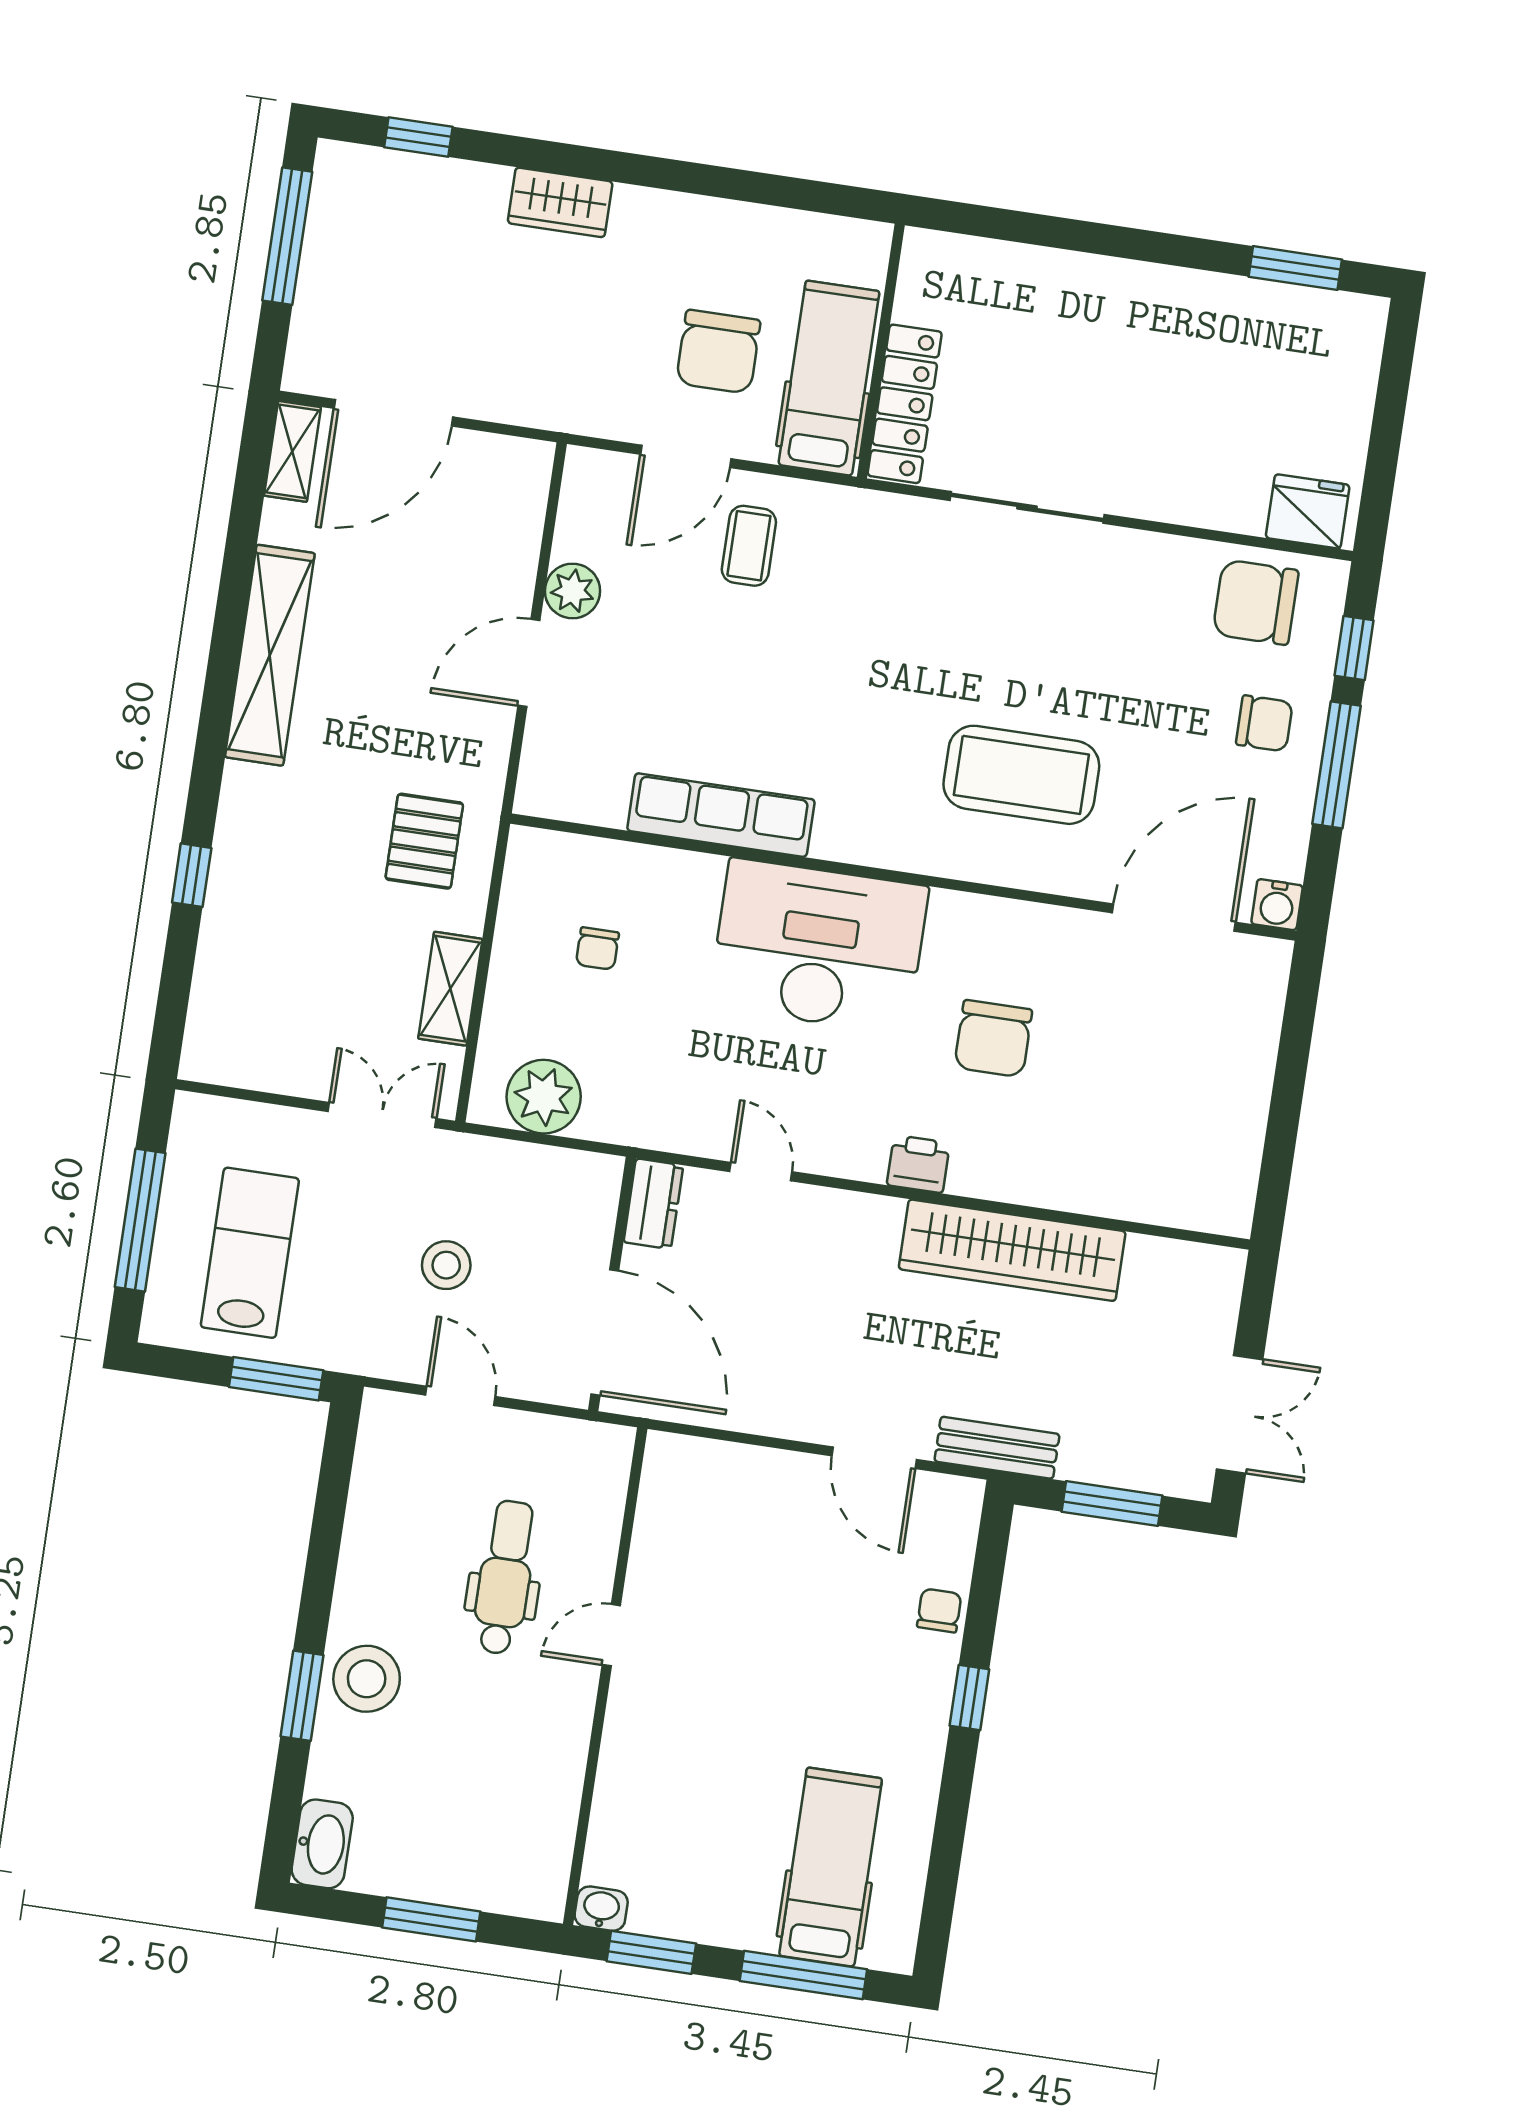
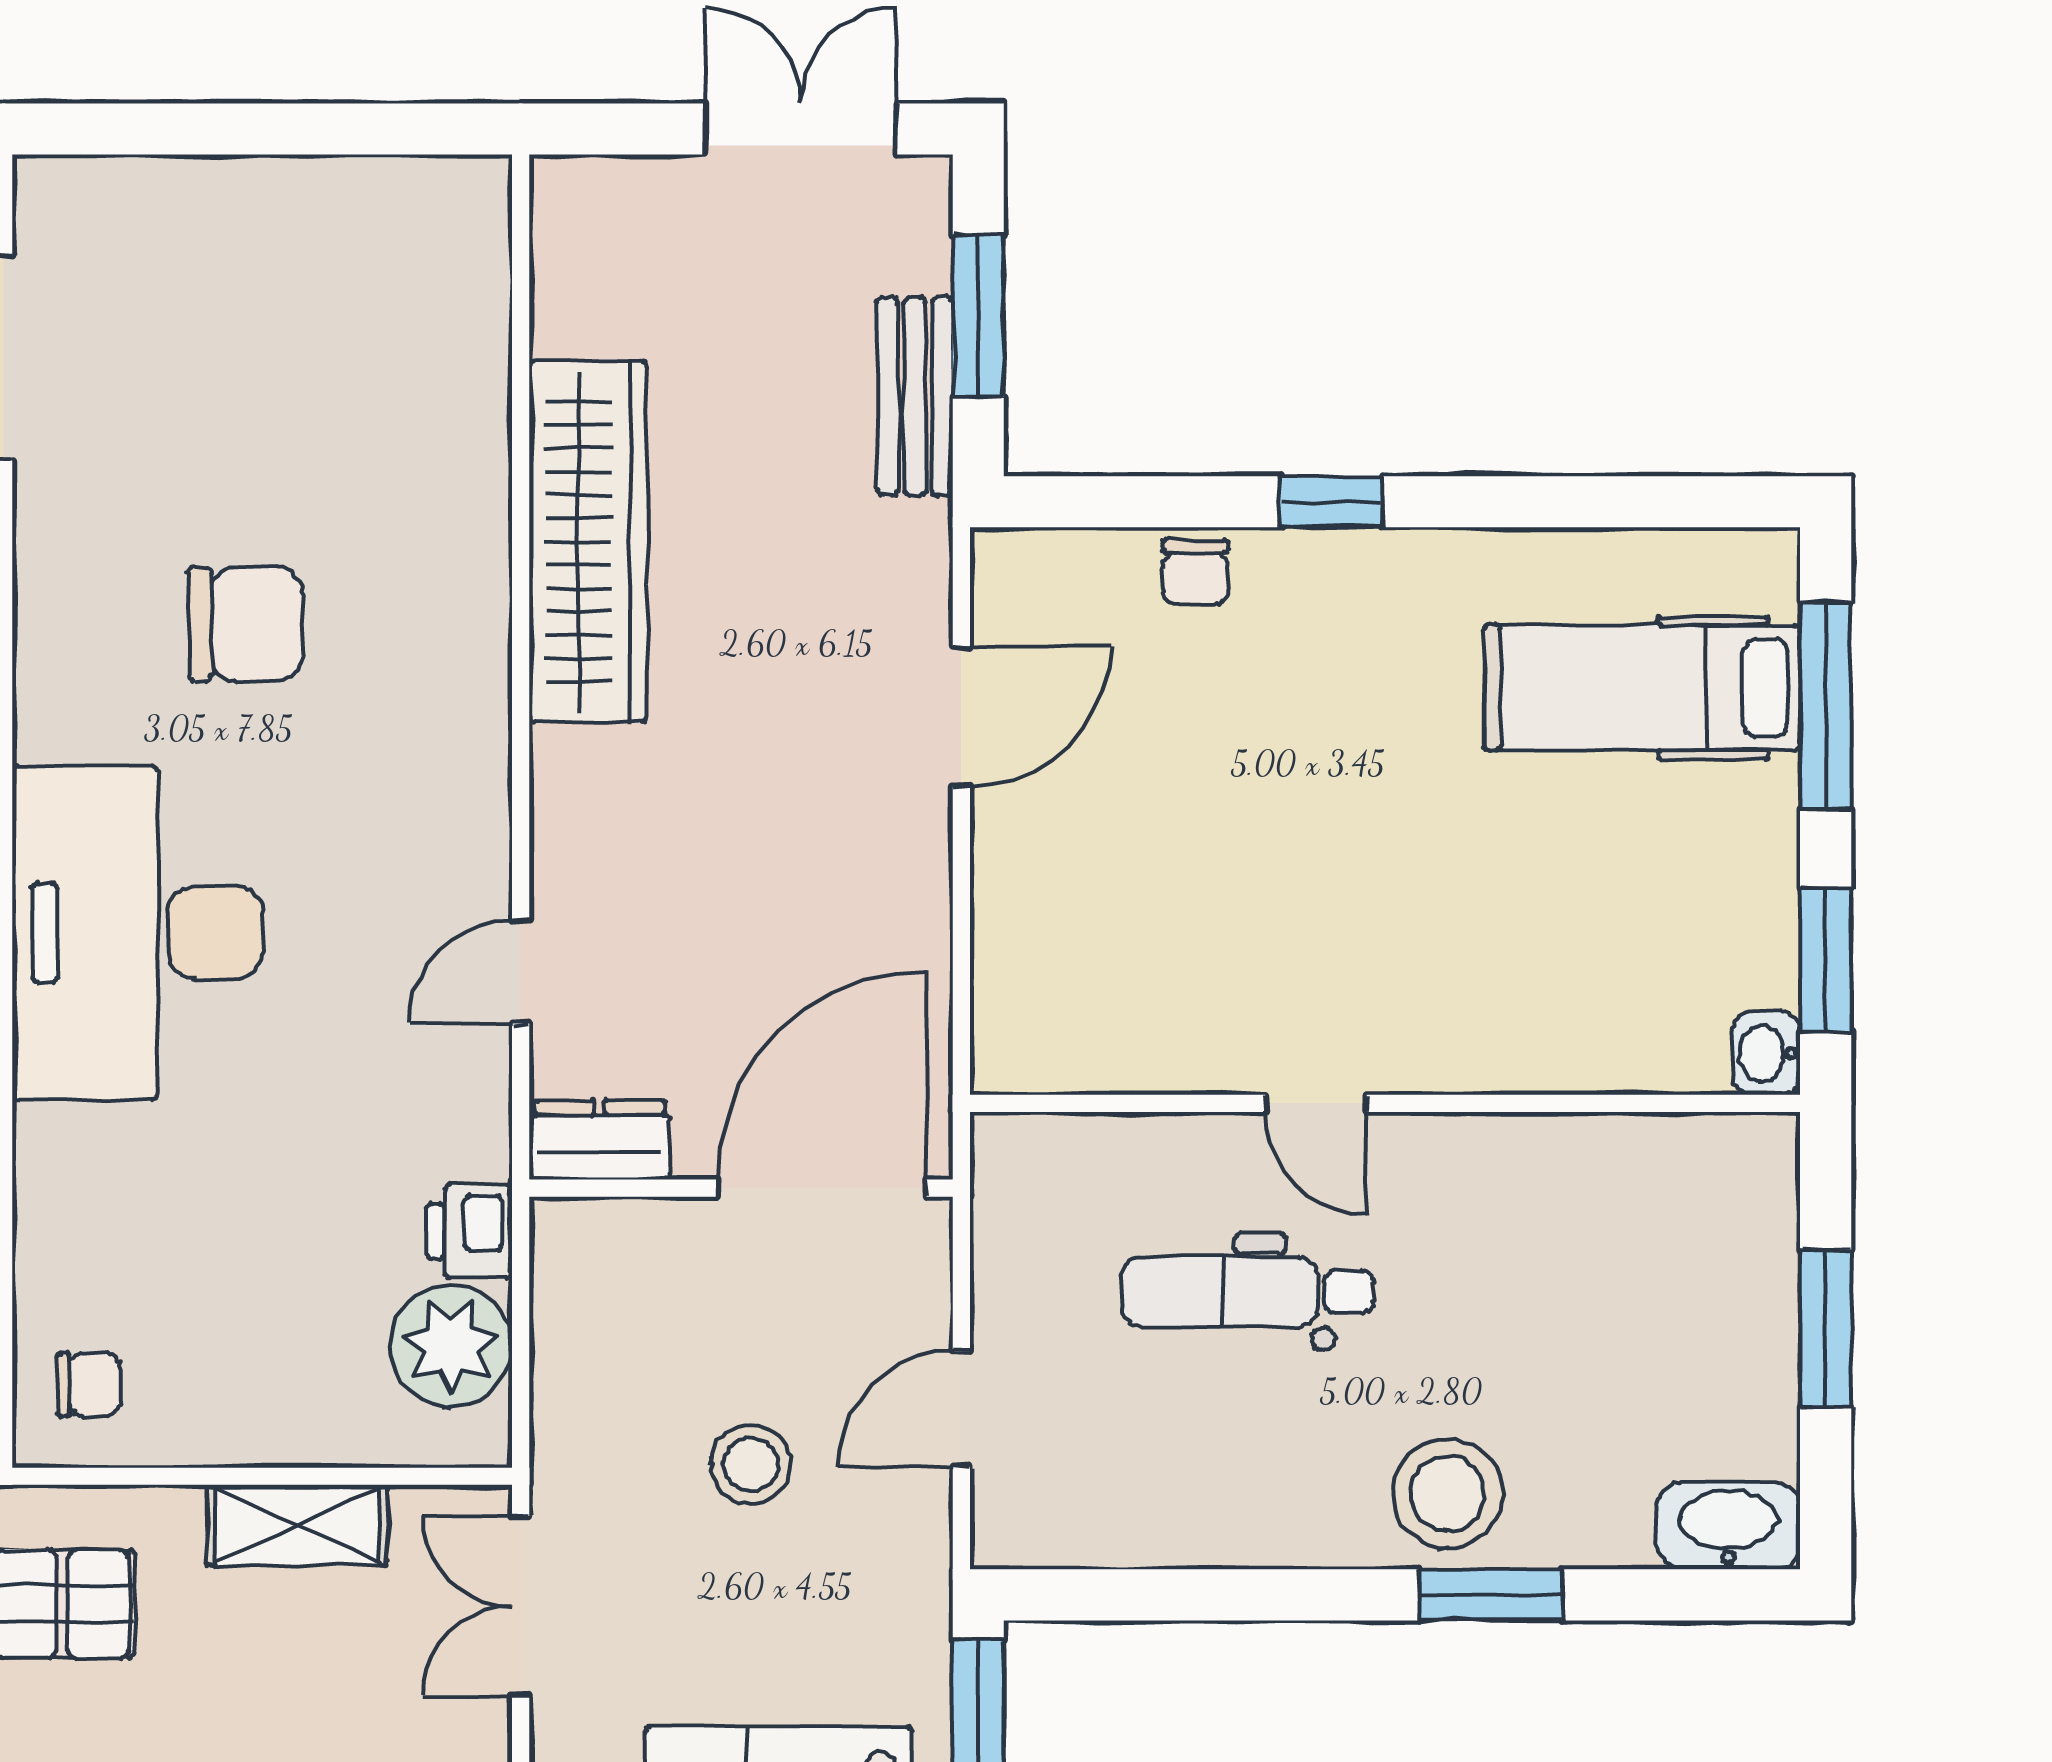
chair: (597, 949) -> (89, 1385), moved
printer: (918, 1164) -> (470, 1231), moved
bench: (997, 1448) -> (915, 396), moved
chair: (939, 1610) -> (1195, 573), turned -90

